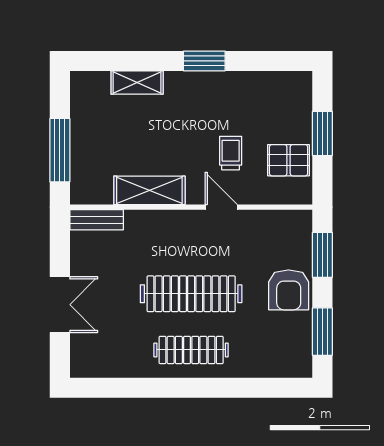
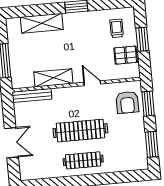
shelving: (137, 83) -> (42, 23), width x1.50, depth x1.33
trolley: (231, 153) -> (117, 28), moved
bench: (97, 220) -> (32, 95), width x1.36
armchair: (289, 290) -> (127, 102), moved

